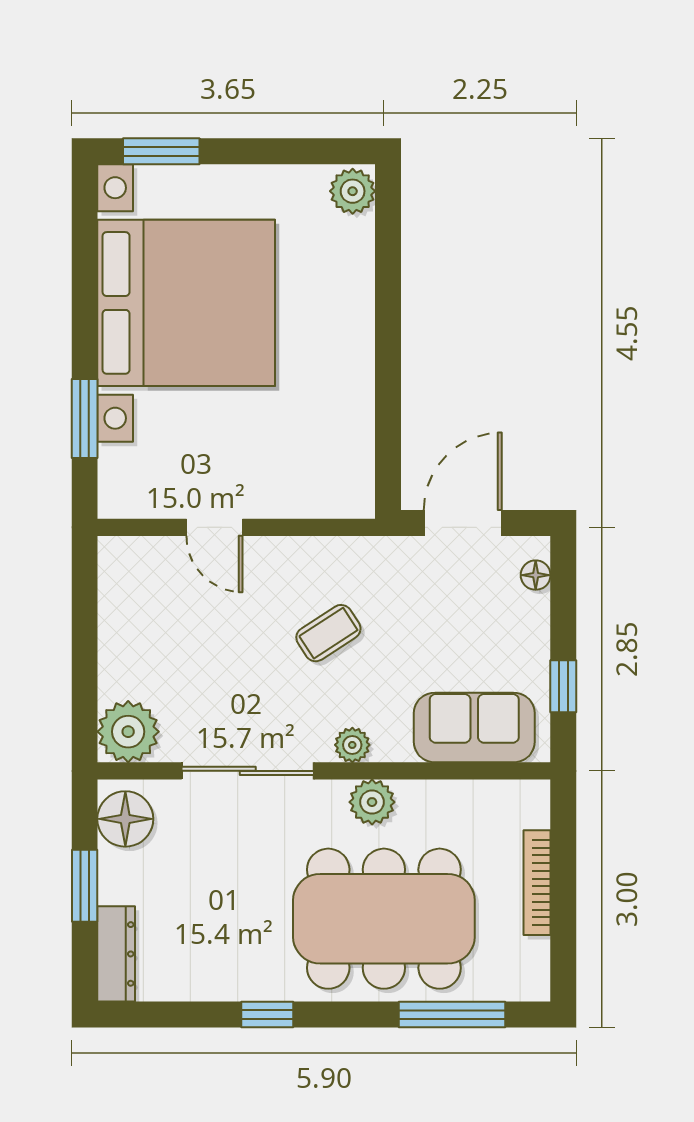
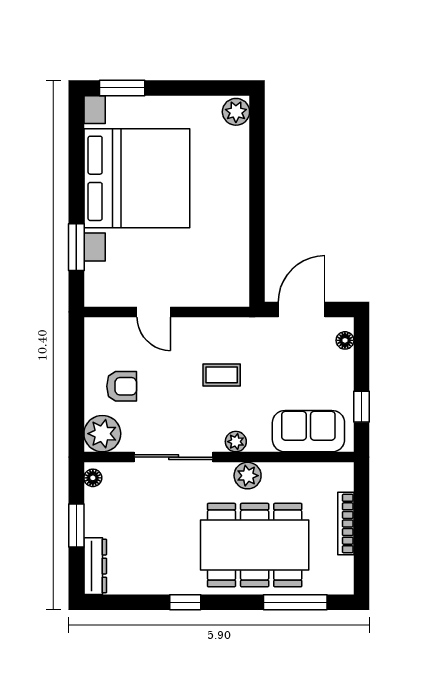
coffee table: (328, 633) -> (222, 375), turned 33
armchair: (161, 652) -> (122, 386), added
floor lamp: (125, 819) -> (93, 478), width x0.53, depth x0.53

